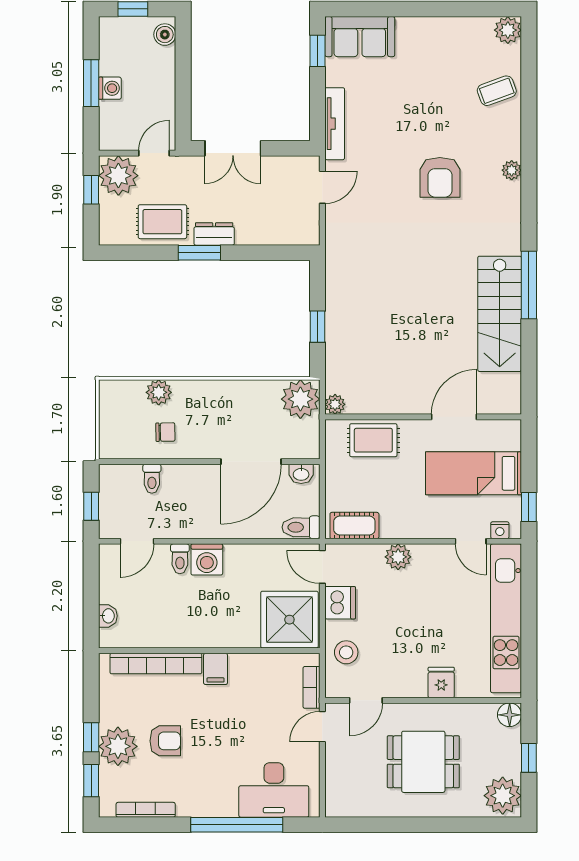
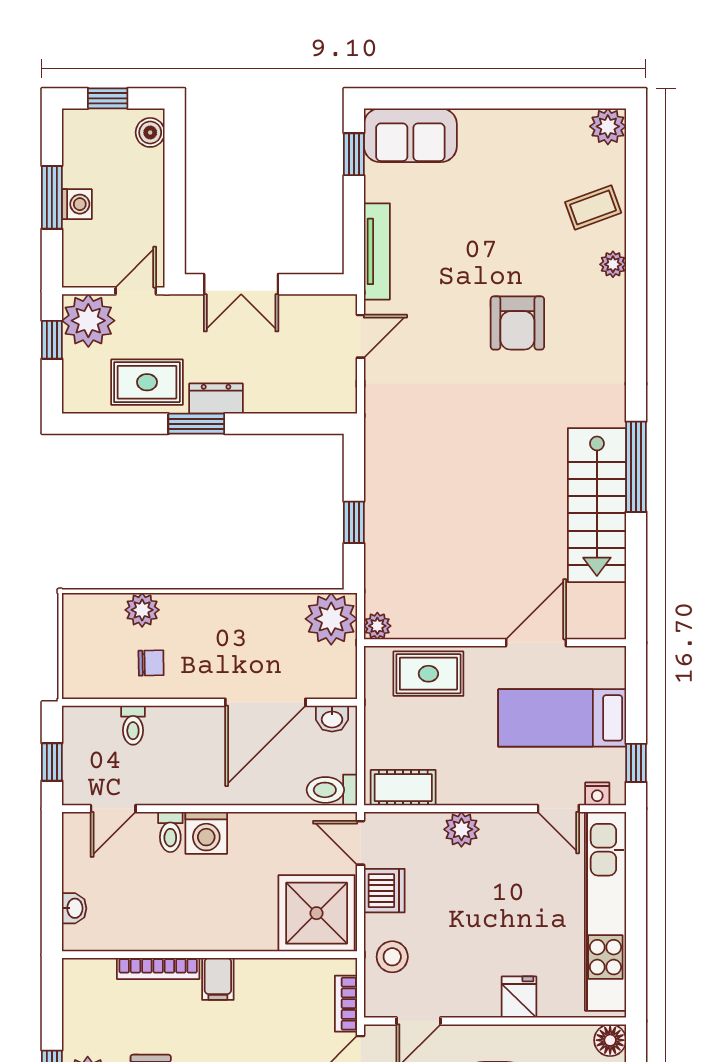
plant: (512, 170) -> (613, 264), moved
bookcase: (156, 664) -> (158, 969), width x0.68, depth x0.76

